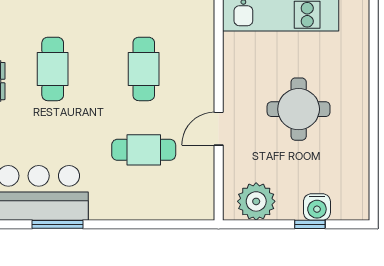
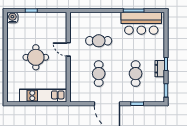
door: (219, 129) -> (68, 49), swing flipped
plant: (256, 201) -> (53, 20), removed
water cooler: (317, 207) -> (12, 18), moved

